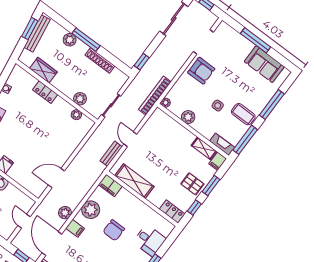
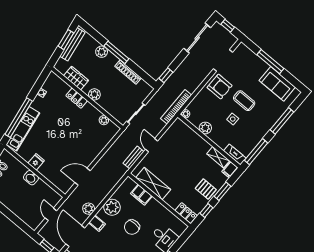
plant: (80, 99) -> (94, 94), moved
coffee table: (243, 114) -> (244, 101), moved
filing cabinet: (110, 185) -> (141, 195), moved

